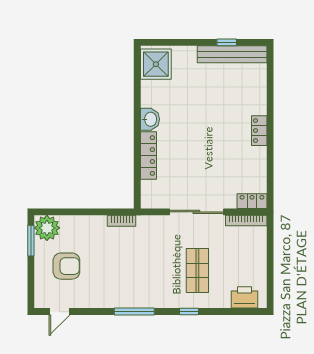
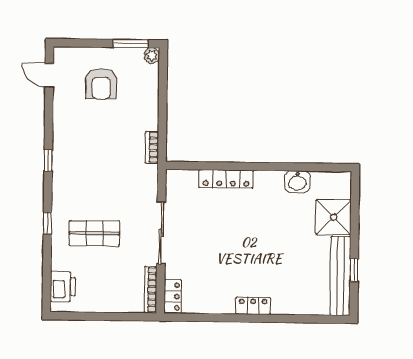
shower: (156, 64) -> (333, 217), moved
washbasin: (150, 119) -> (297, 182), moved
plant: (47, 228) -> (152, 55), width x0.53, depth x0.53
window: (134, 312) -> (48, 160), width x0.46

